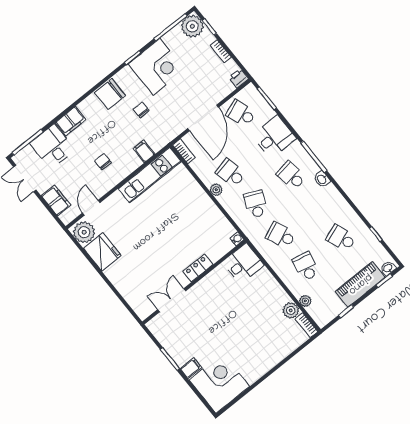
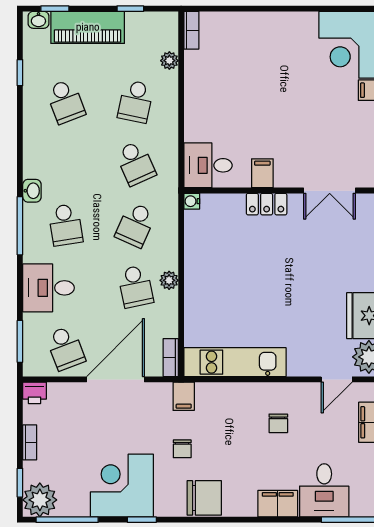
filing cabinet: (144, 151) -> (184, 396), moved
filing cabinet: (213, 282) -> (262, 173), added
plant: (291, 310) -> (196, 63), removed

